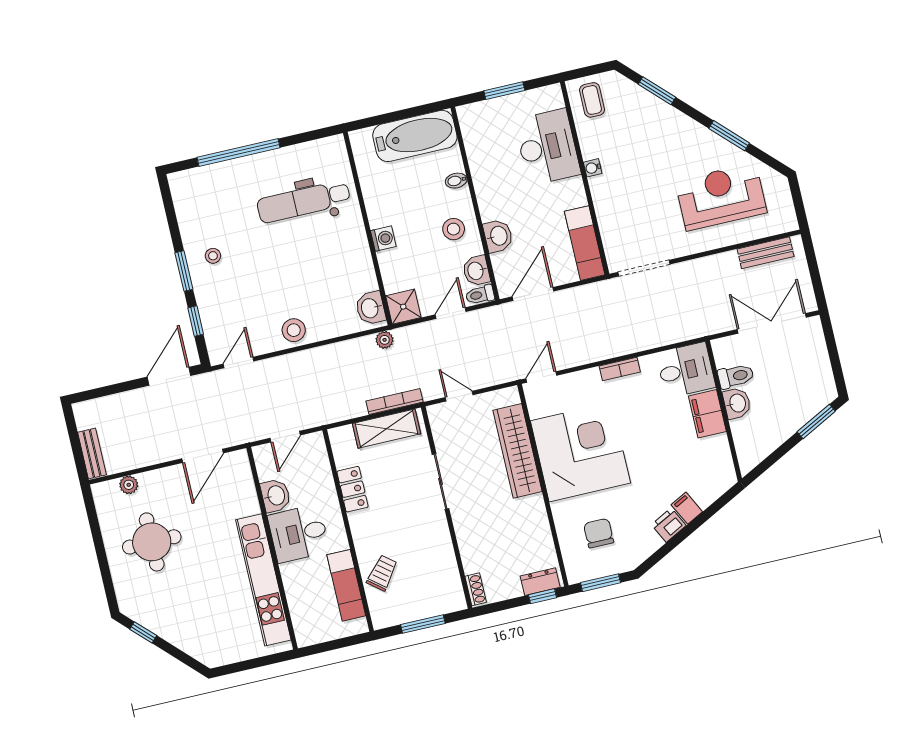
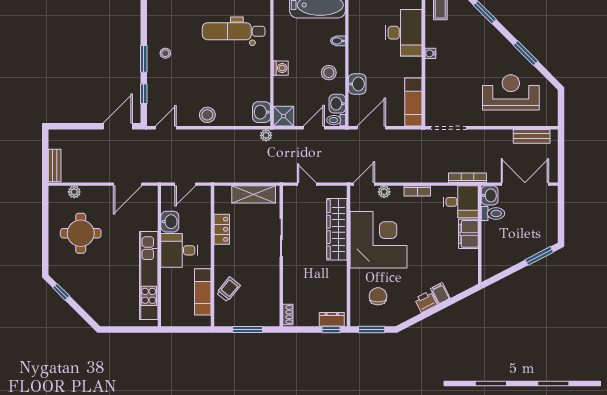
plant: (573, 381) -> (384, 192), added
bookcase: (395, 402) -> (468, 178), moved
washbasin: (737, 403) -> (490, 195), moved

